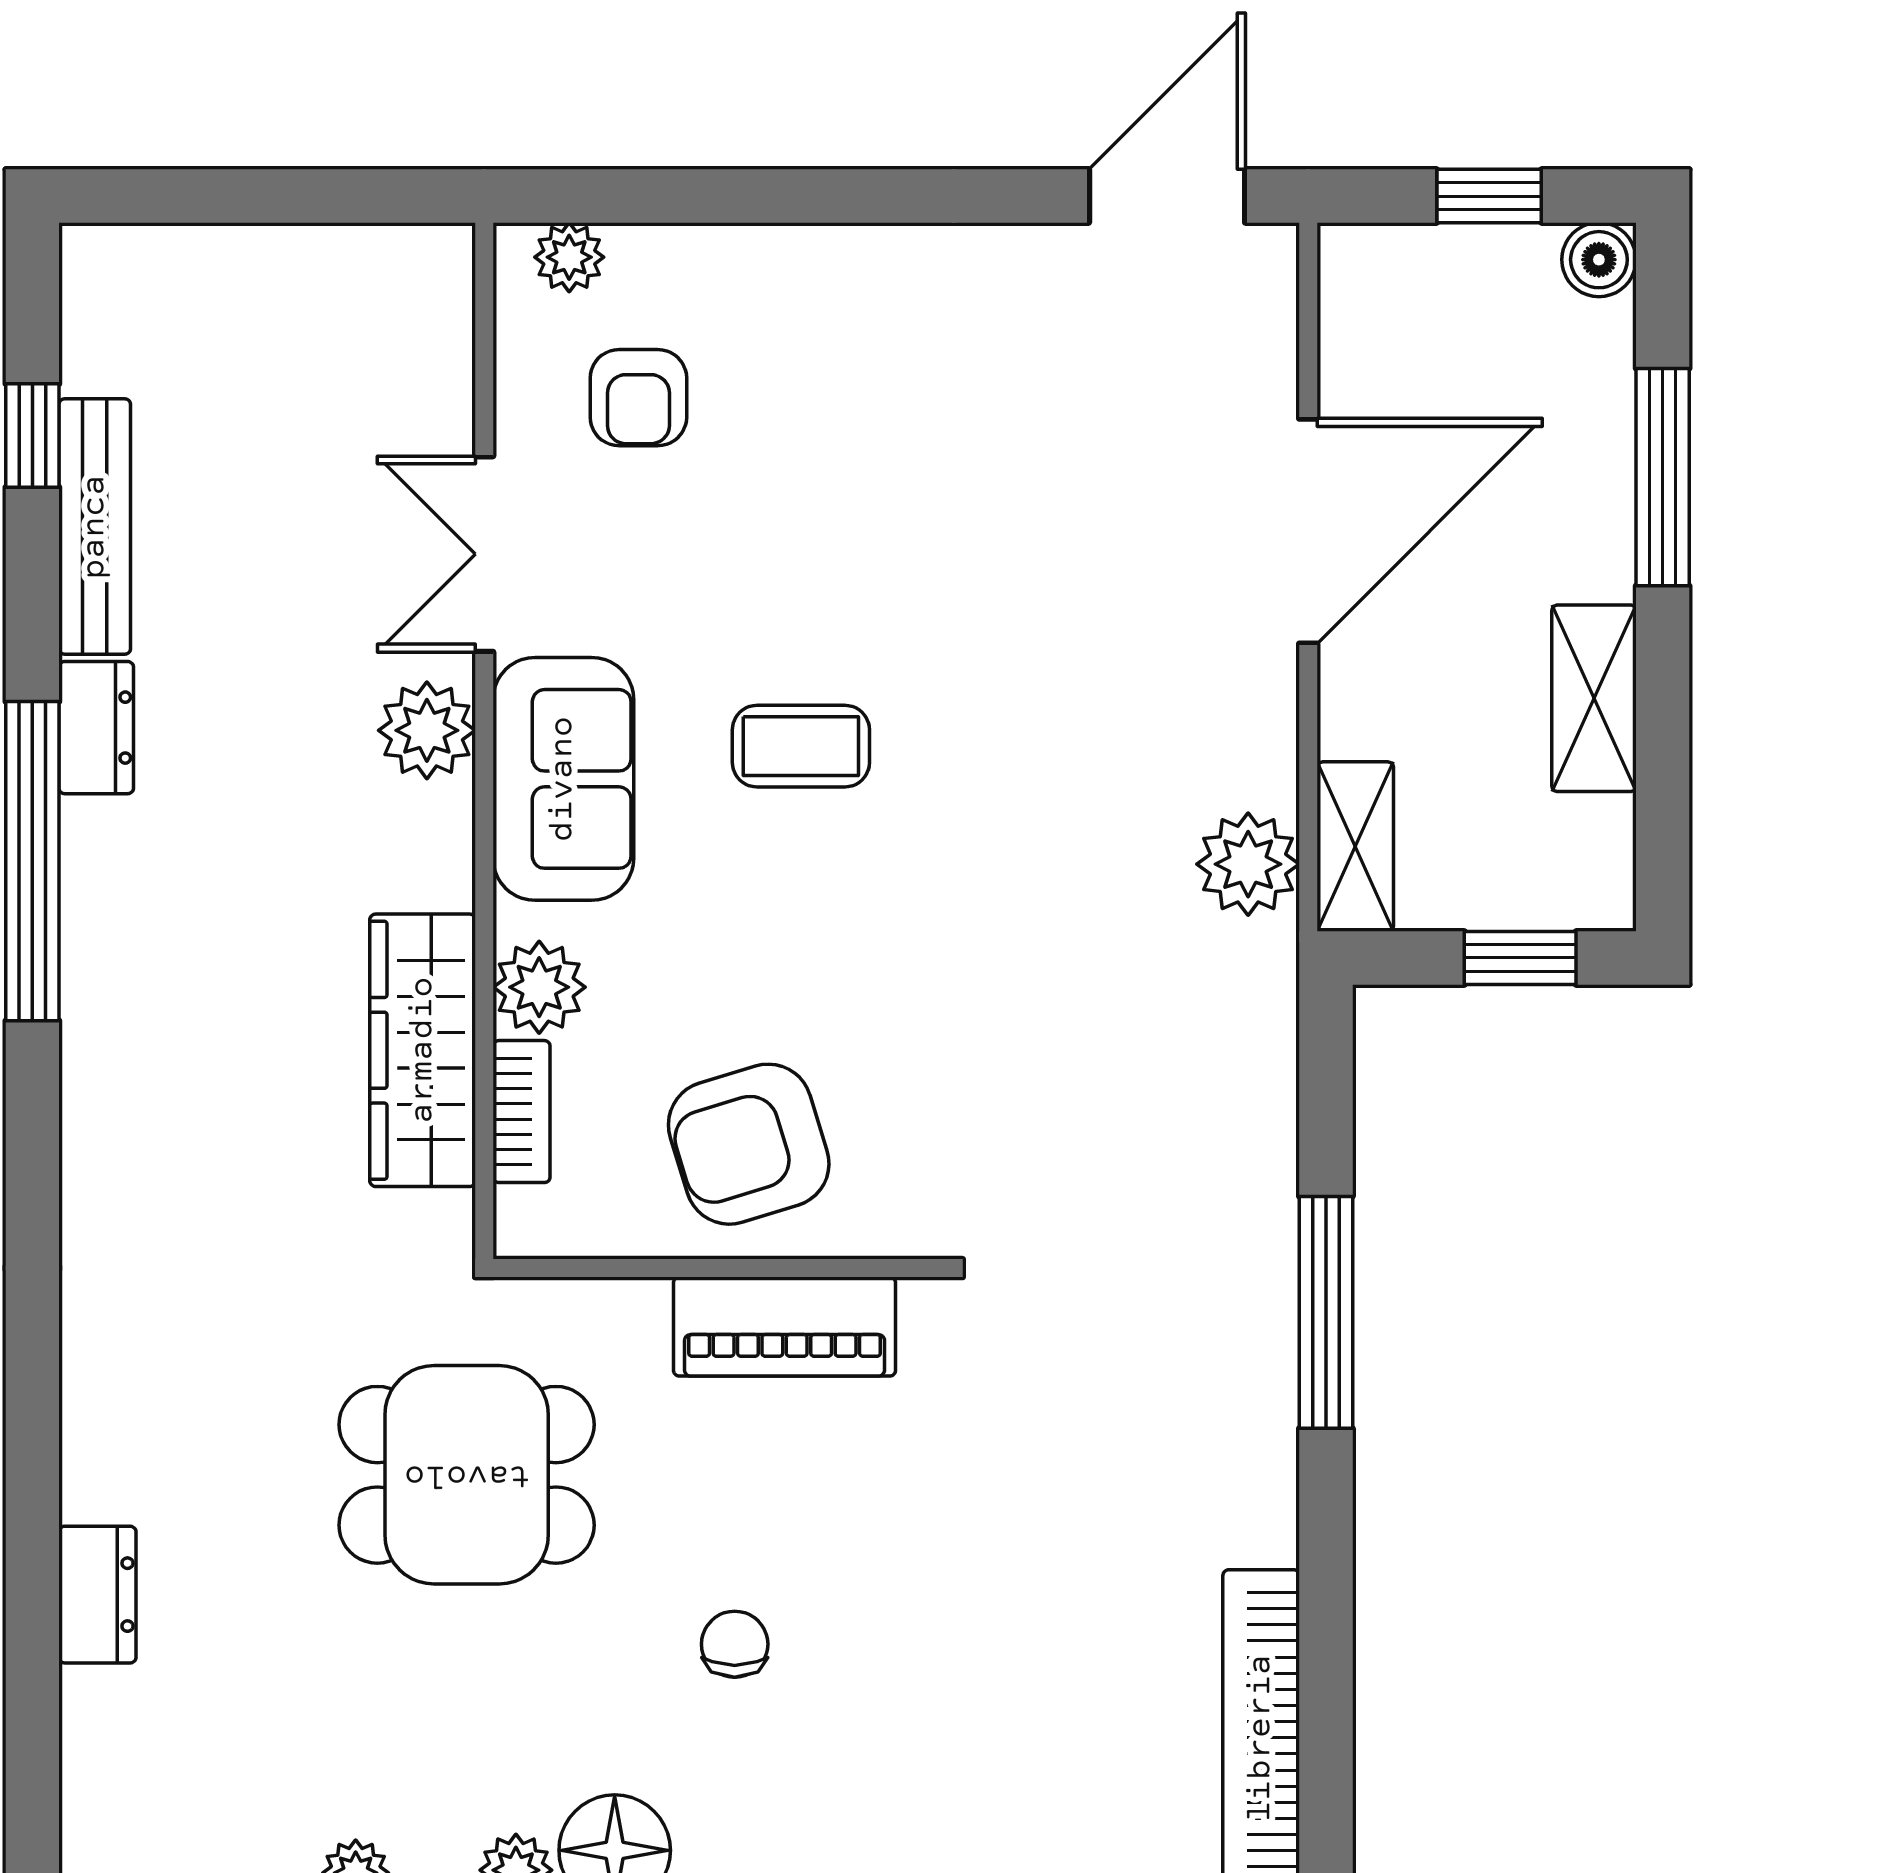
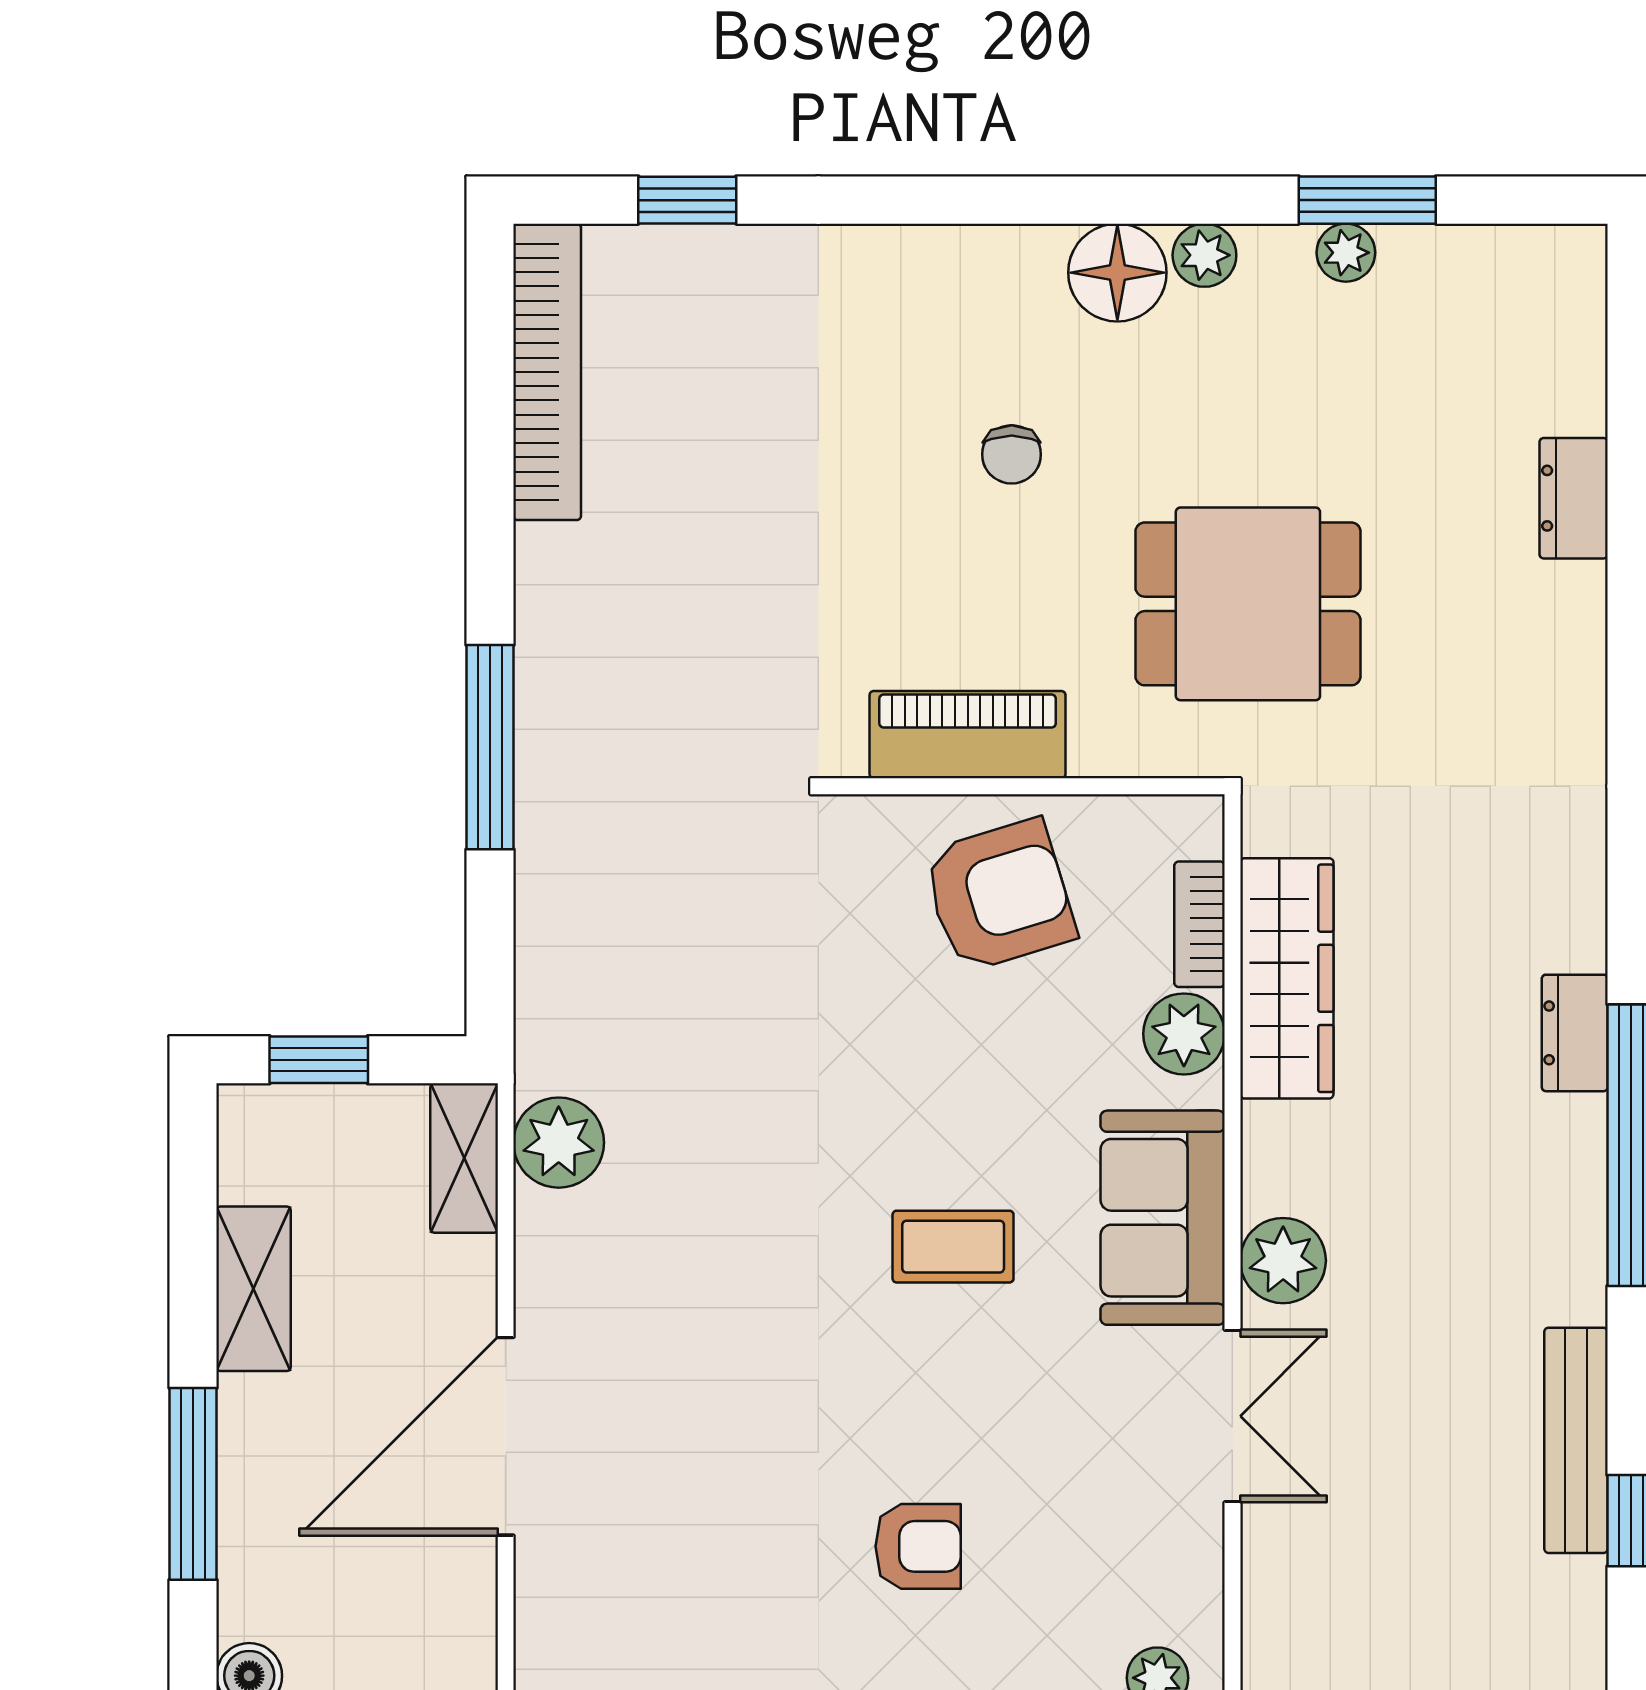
armchair: (638, 398) -> (918, 1546), moved, turned 90
dresser: (96, 728) -> (1575, 1033), moved

